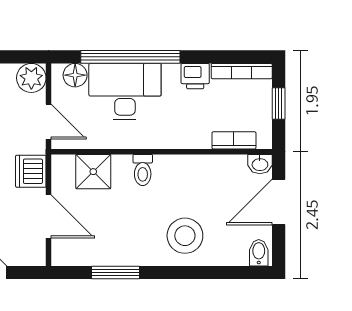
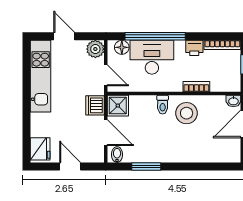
bookcase: (234, 140) -> (196, 87), moved
shower: (93, 172) -> (118, 106), moved
stool: (185, 236) -> (187, 113), moved
bidet: (259, 253) -> (117, 155), moved

